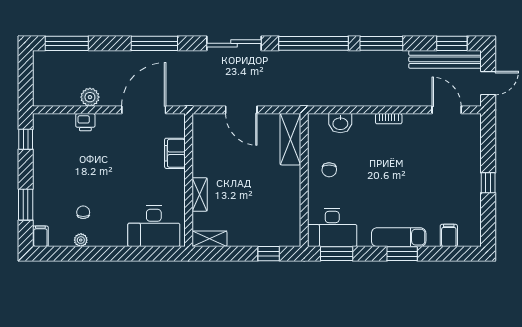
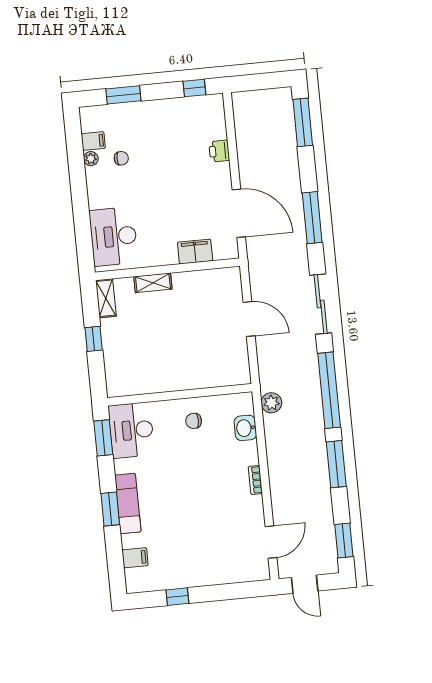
bench: (445, 59) -> (326, 535), removed
plant: (90, 97) -> (271, 403), moved
door: (241, 110) -> (249, 319), swing flipped
shelving: (290, 139) -> (223, 375), removed
window: (488, 183) -> (177, 597), moved
filing cabinet: (40, 236) -> (93, 141), moved
window: (269, 254) -> (94, 339), moved

